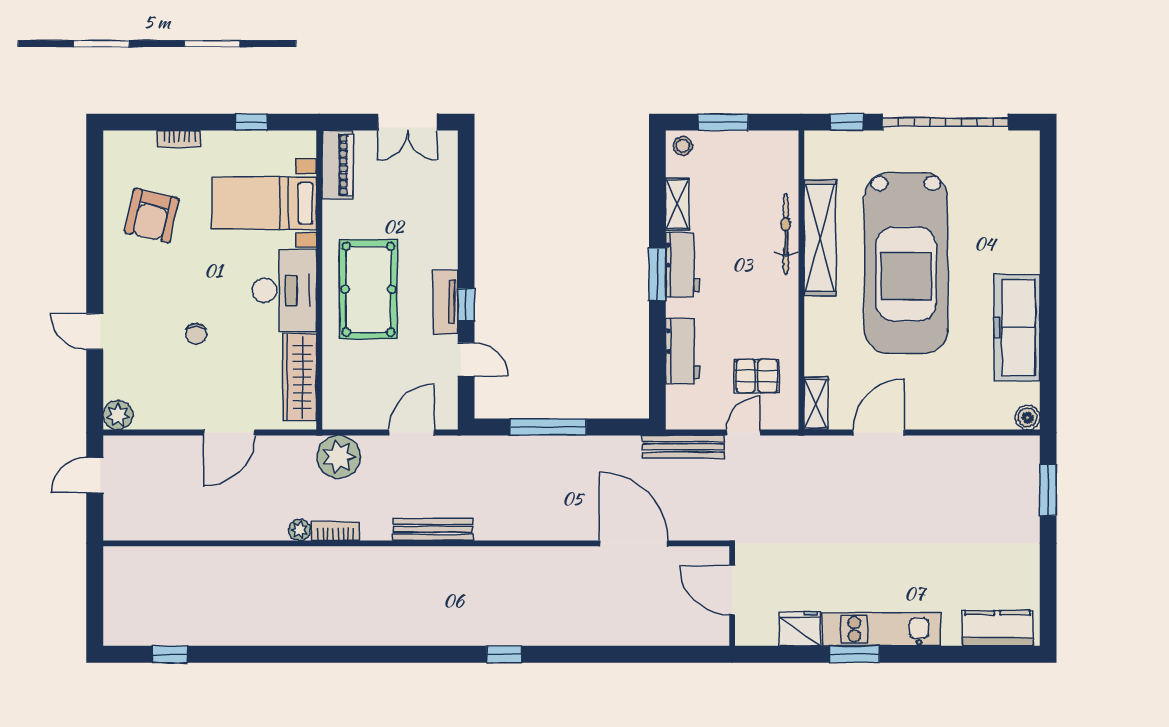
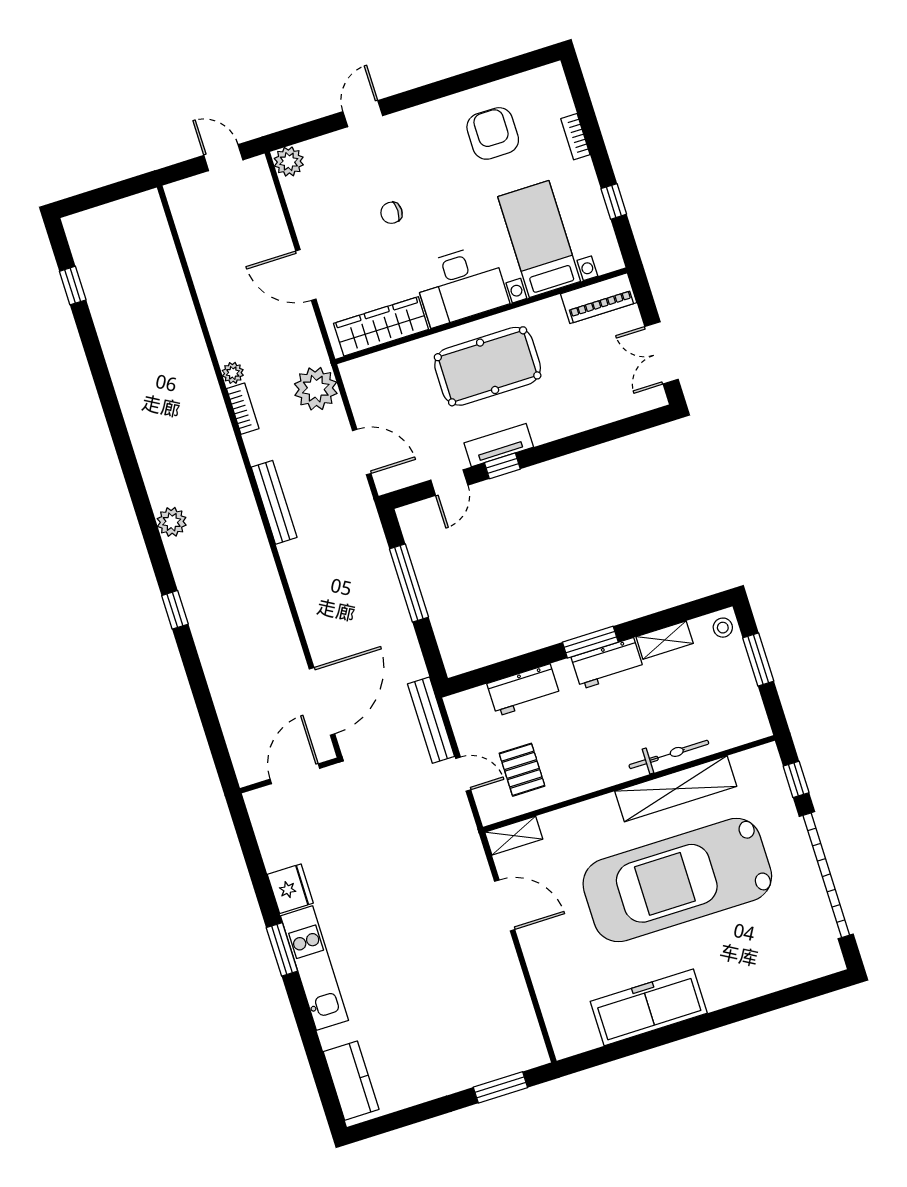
armchair: (152, 216) -> (493, 133), turned 77
boiler: (1028, 418) -> (565, 1045), removed
door: (732, 590) -> (295, 774), moved
wall: (732, 596) -> (289, 776), moved
plant: (421, 631) -> (172, 522), added

